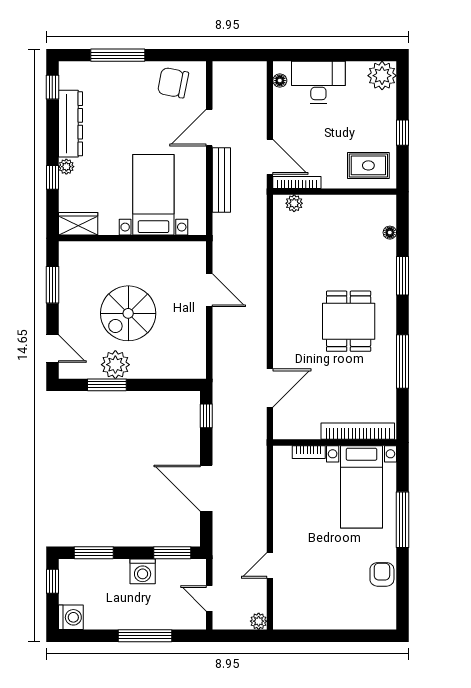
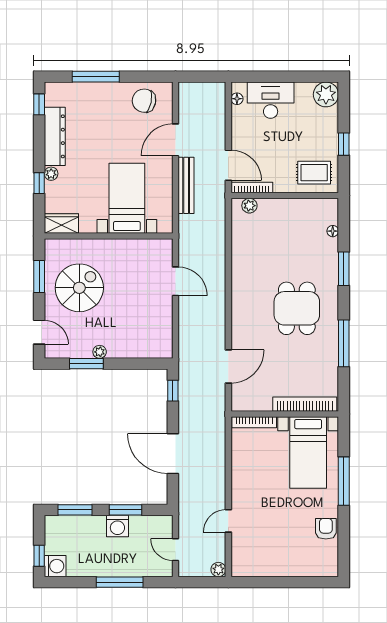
spiral stairs: (128, 313) -> (79, 288), moved, turned 180
plant: (115, 365) -> (100, 352), width x0.53, depth x0.53
bookcase: (309, 452) -> (254, 422), width x1.56
window: (172, 553) -> (126, 510), moved
window: (52, 581) -> (39, 556), moved

